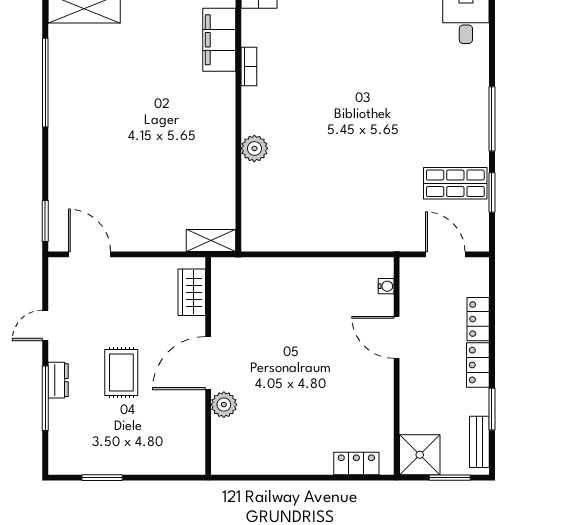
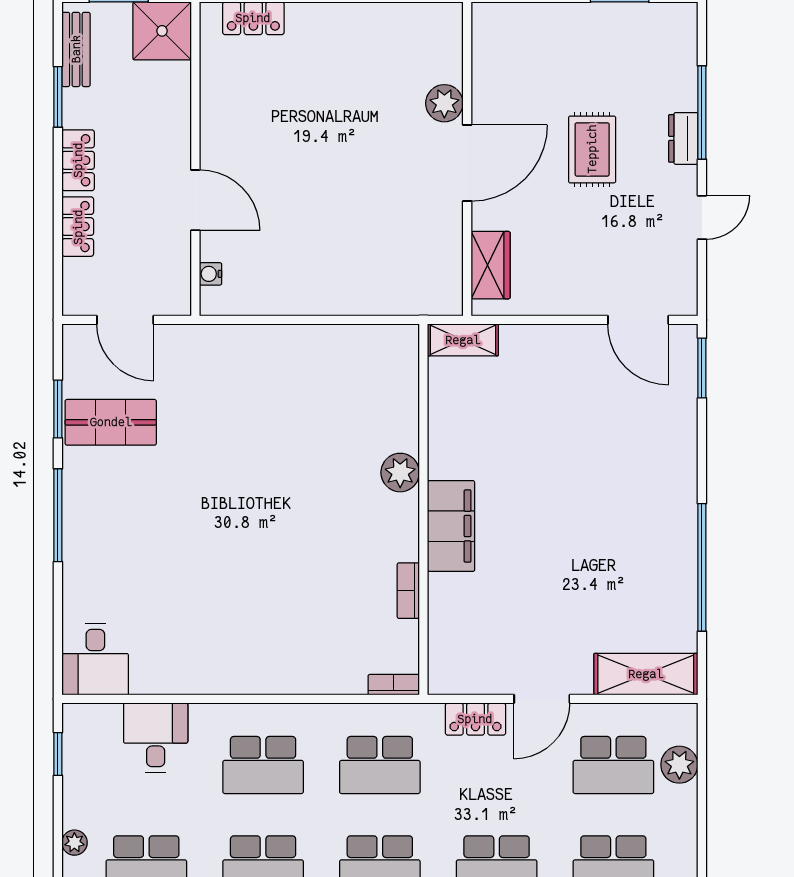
filing cabinet: (219, 40) -> (451, 526), moved

